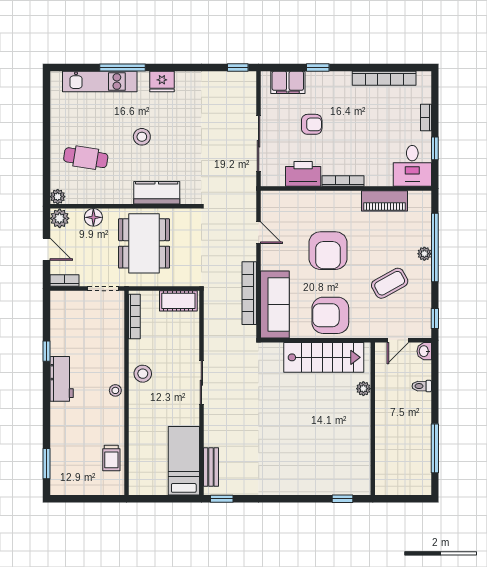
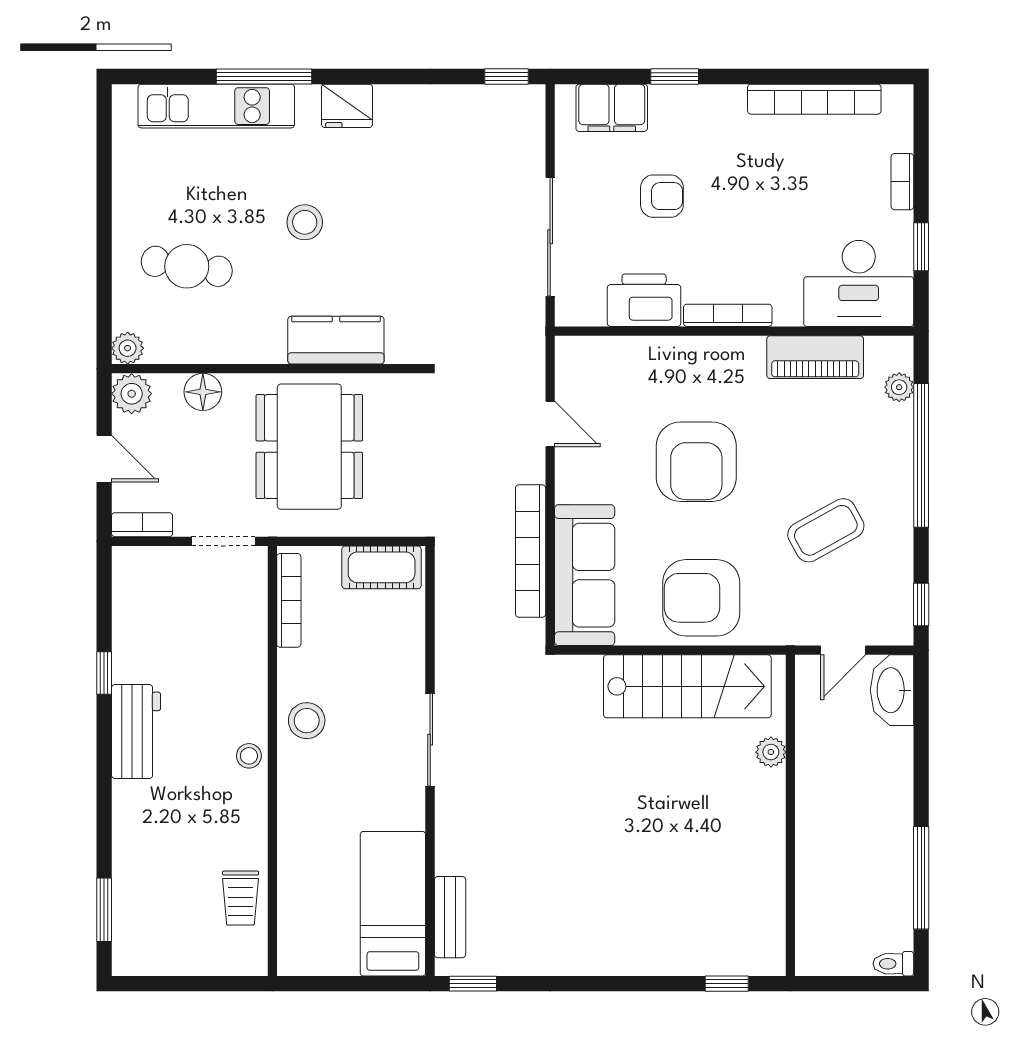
desk: (412, 166) -> (859, 283), width x1.37
plant: (424, 254) -> (899, 387), moved
washbasin: (424, 351) -> (892, 690), width x1.91, depth x1.45
toilet: (422, 386) -> (893, 964), moved

